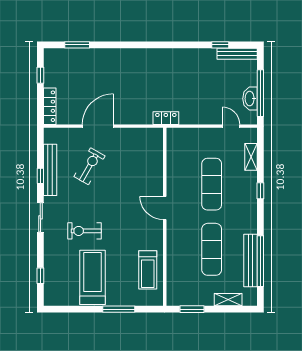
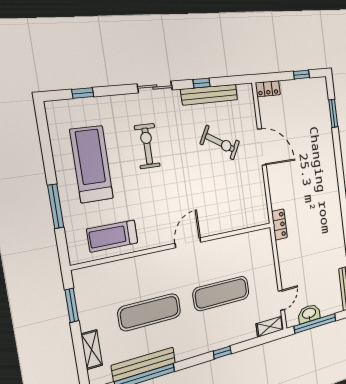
locker: (50, 106) -> (268, 89), width x0.66
shelving: (251, 157) -> (270, 327), moved
treadmill: (92, 277) -> (92, 164), turned -90

